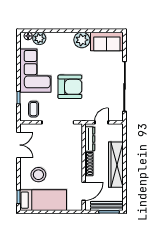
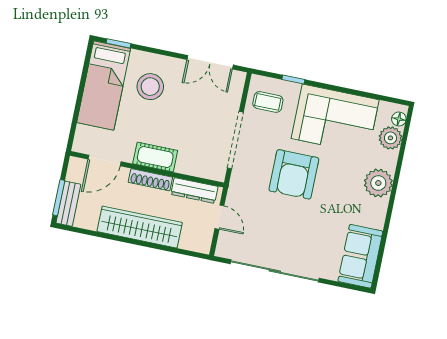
plant: (82, 40) -> (378, 183), moved
cot: (76, 164) -> (155, 157), added
door: (84, 191) -> (104, 160), hinge flipped
bench: (107, 206) -> (68, 204), width x0.73

